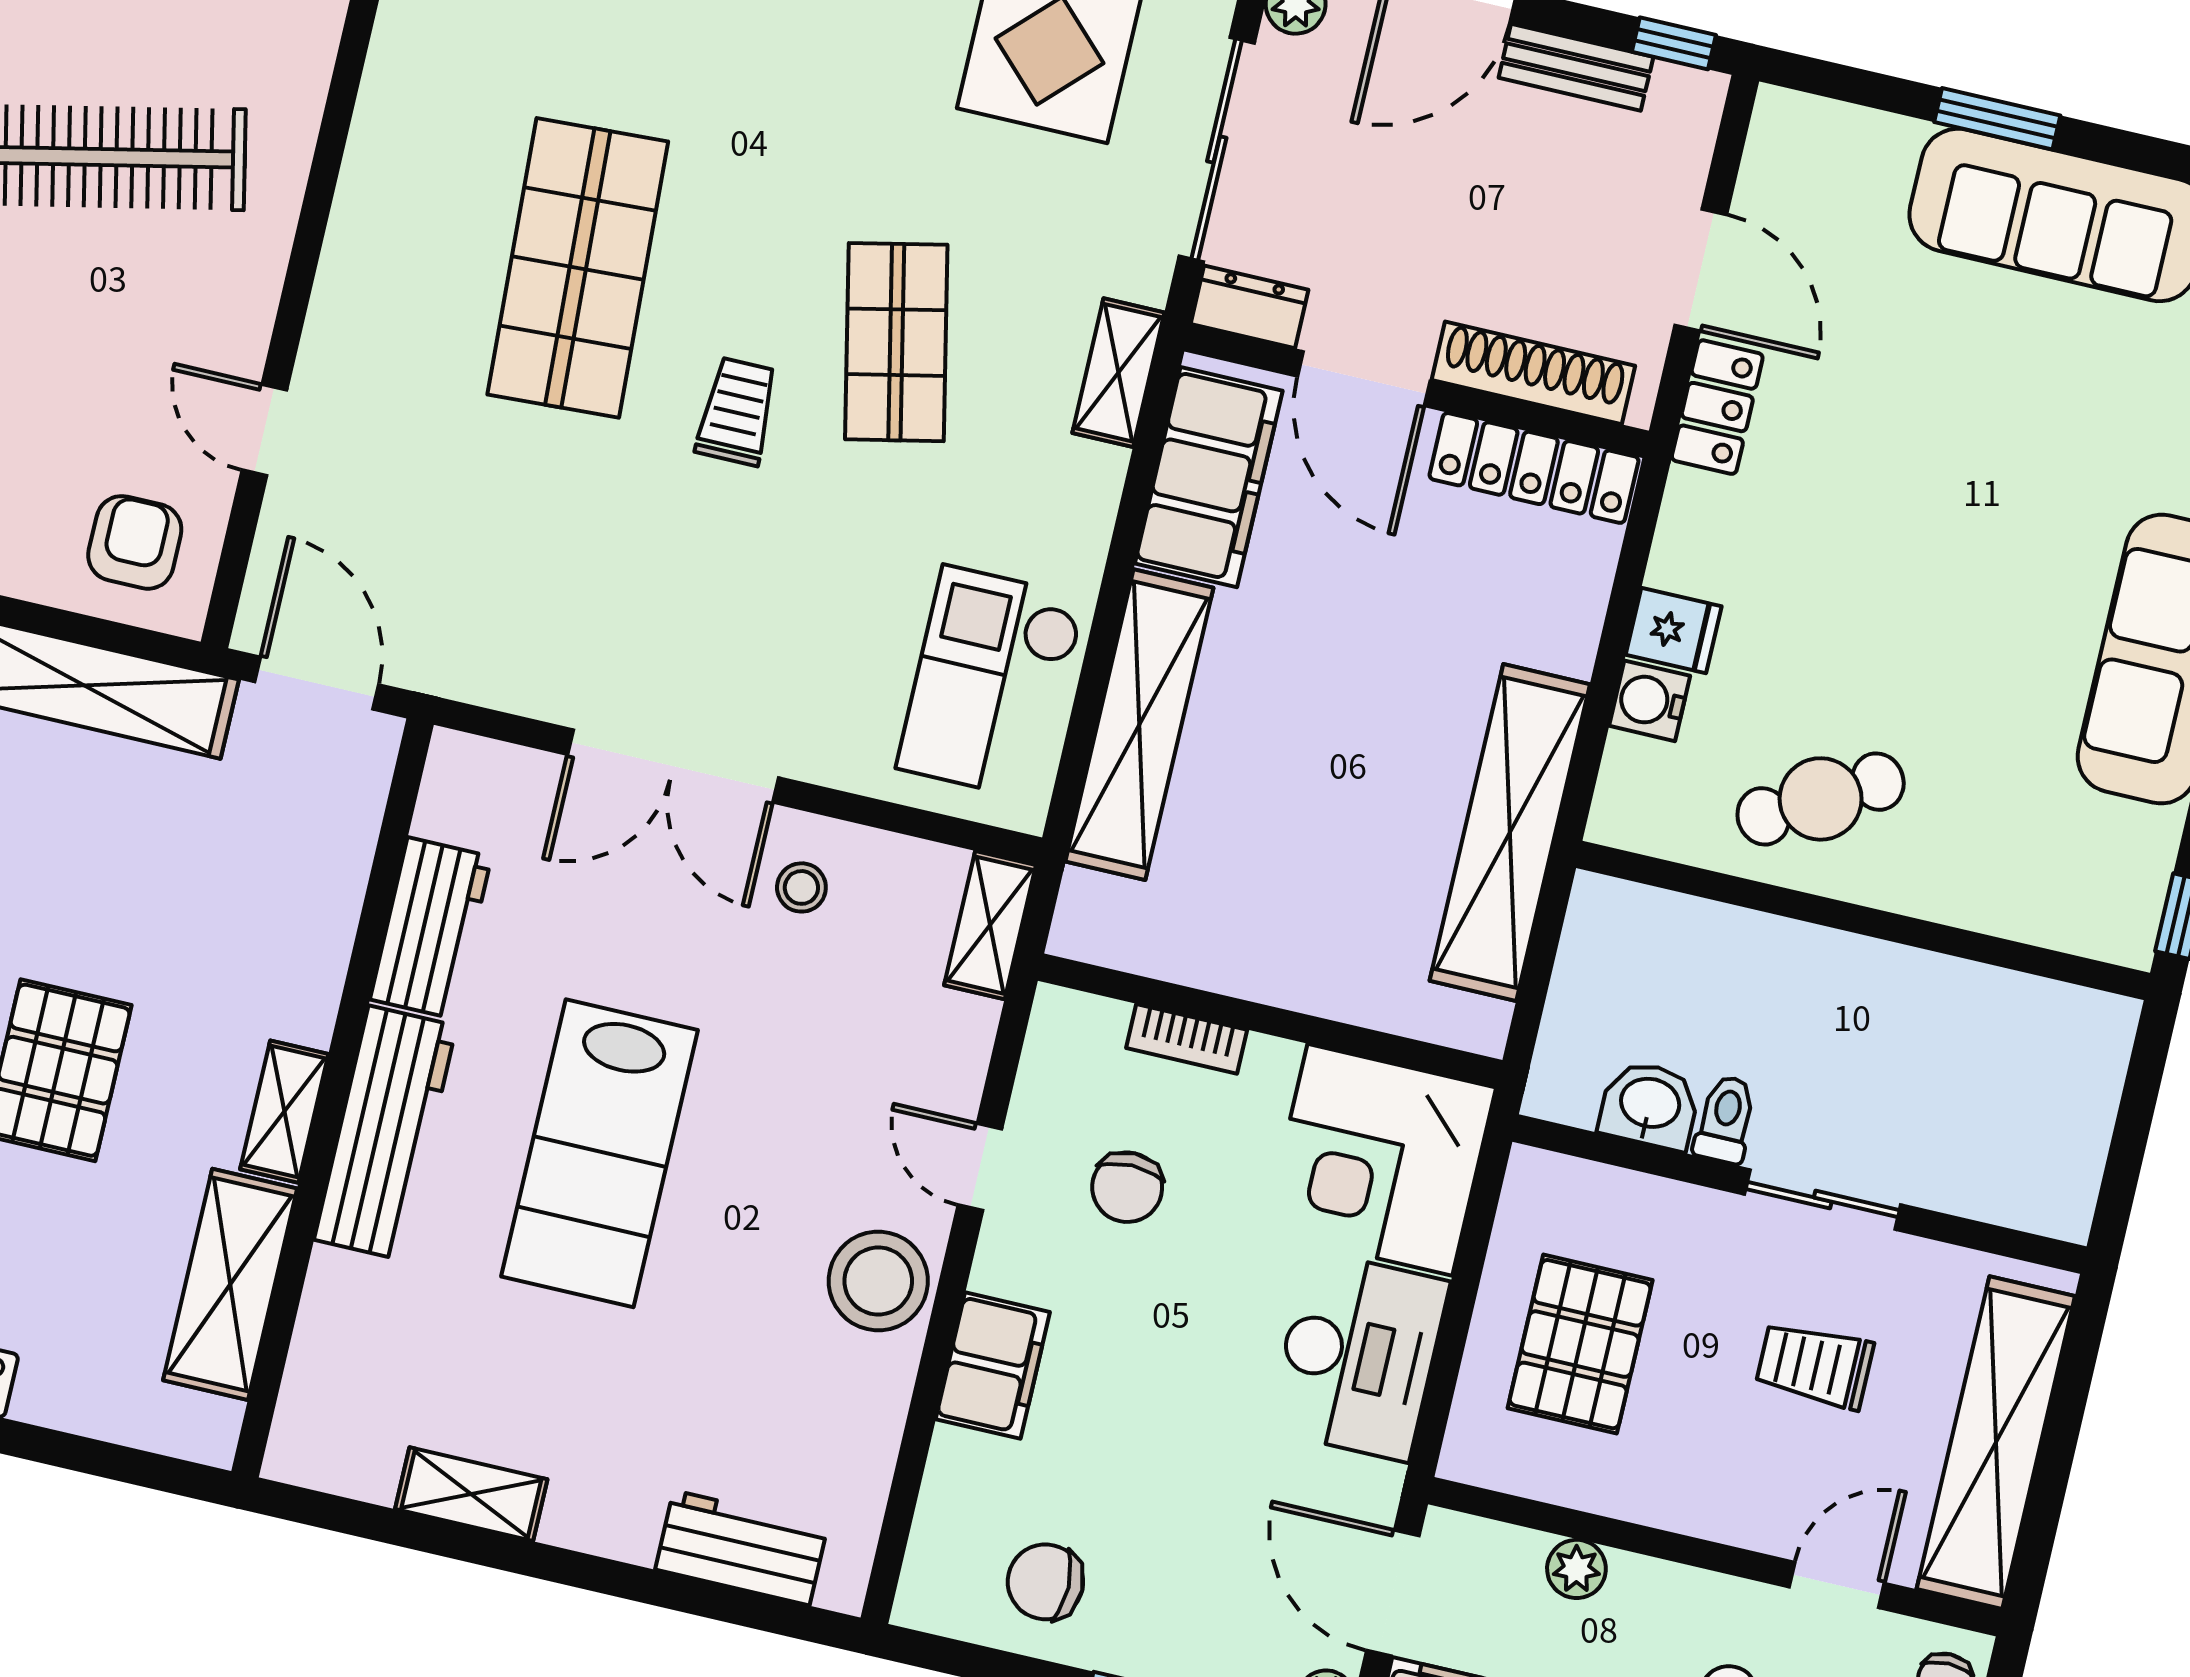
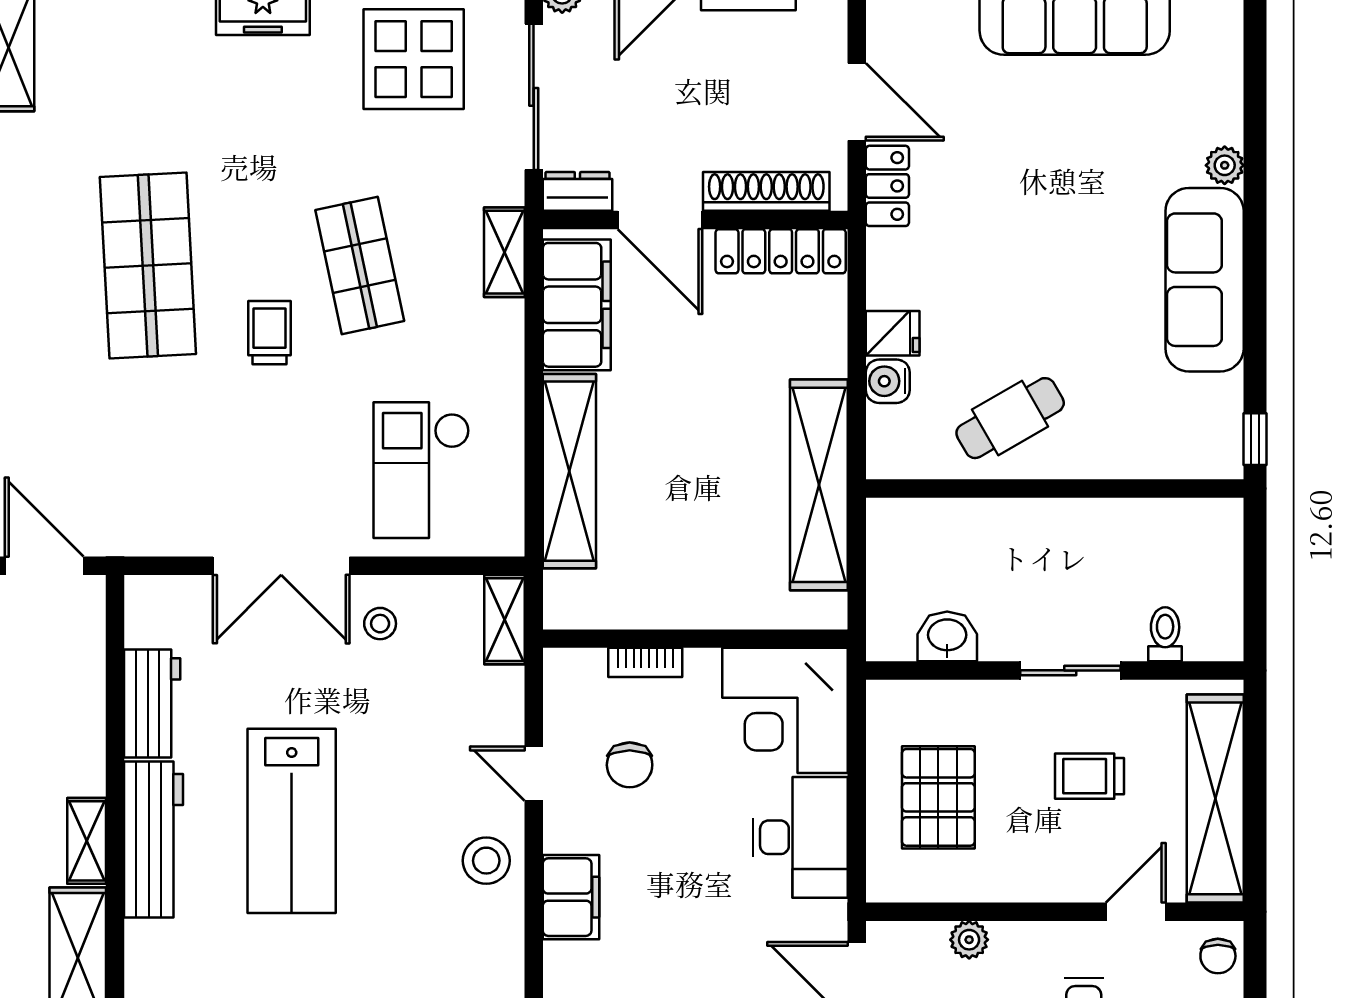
checkout: (991, 683) -> (421, 470), moved
toilet: (1725, 1119) -> (1165, 634), moved
stool: (878, 1281) -> (486, 861), width x0.73, depth x0.73

